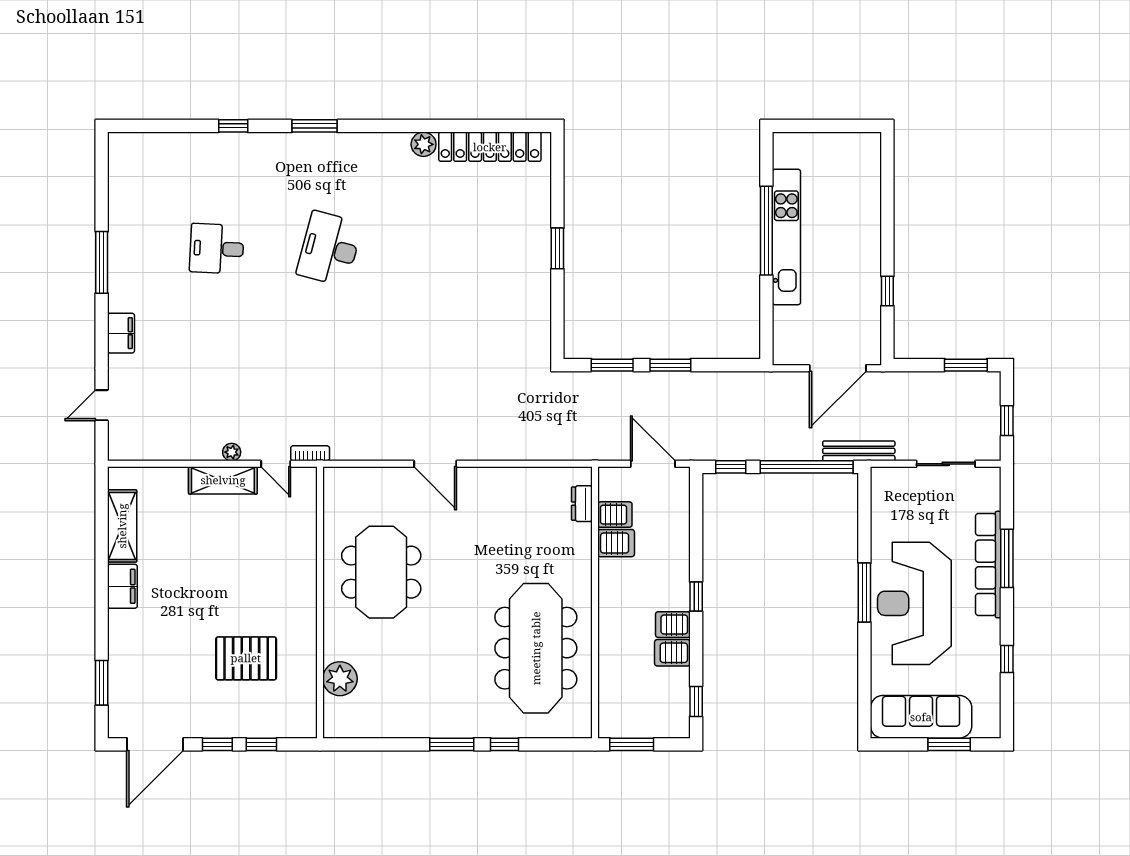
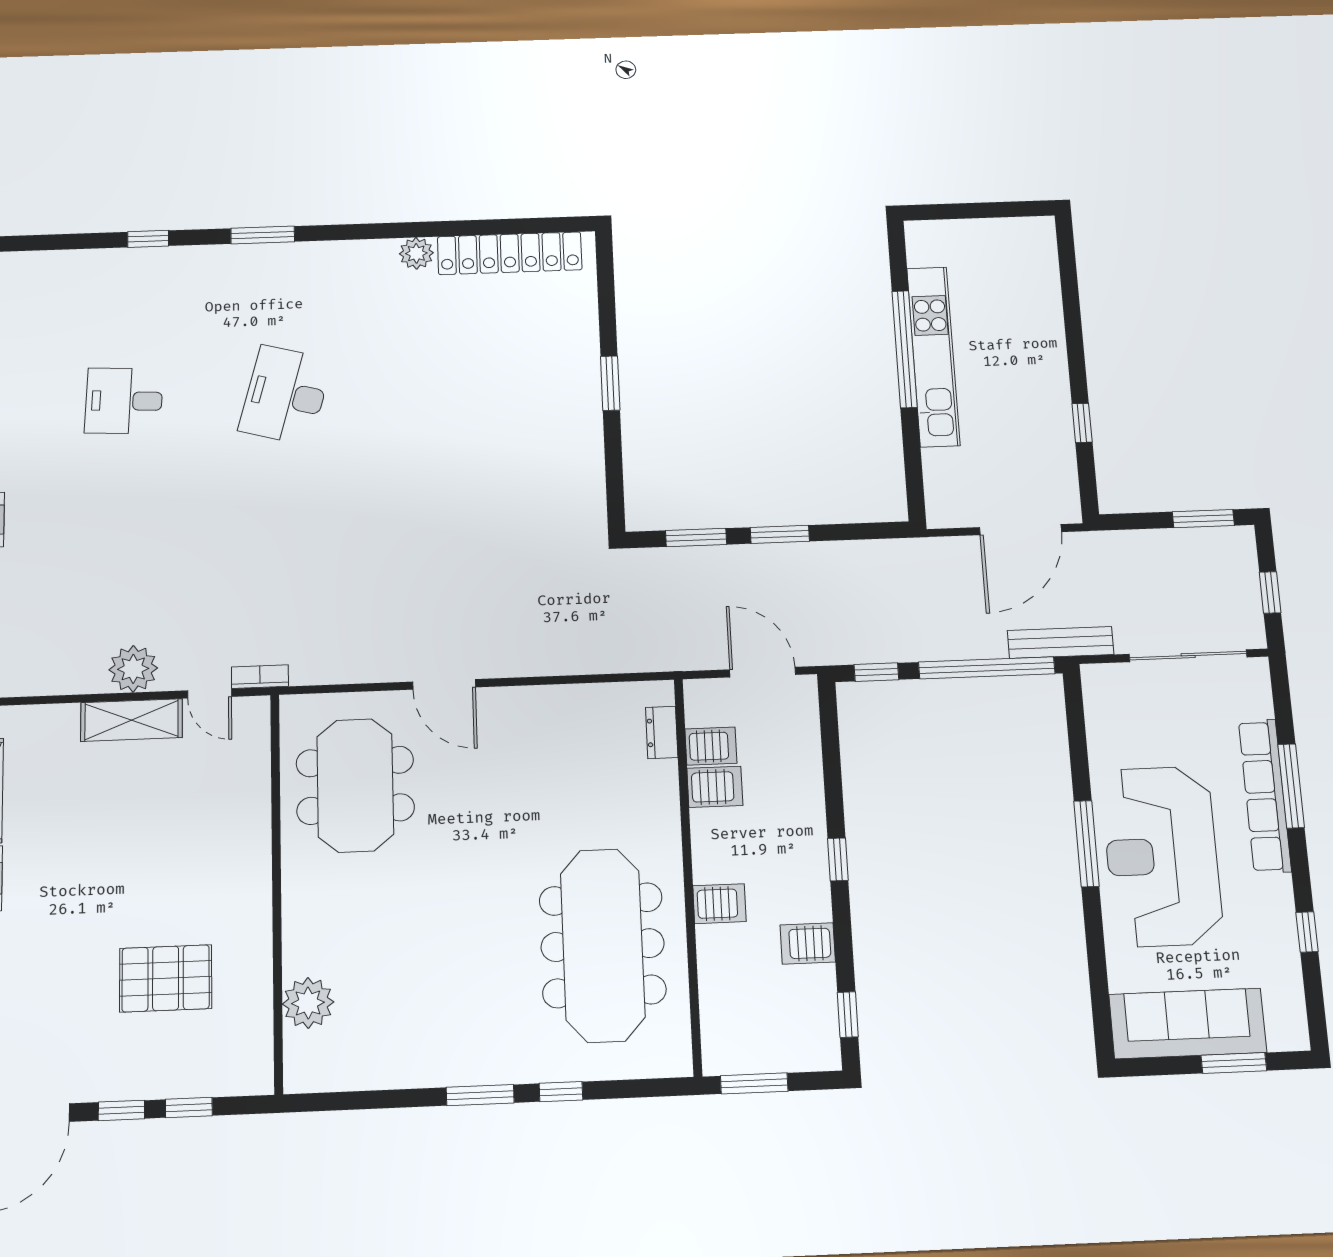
plant: (232, 452) -> (133, 669), width x1.88, depth x1.88
sliding door: (946, 464) -> (1188, 656), width x1.37
meeting table: (381, 572) -> (355, 785), moved
server rack: (673, 625) -> (719, 904), moved, turned 180

